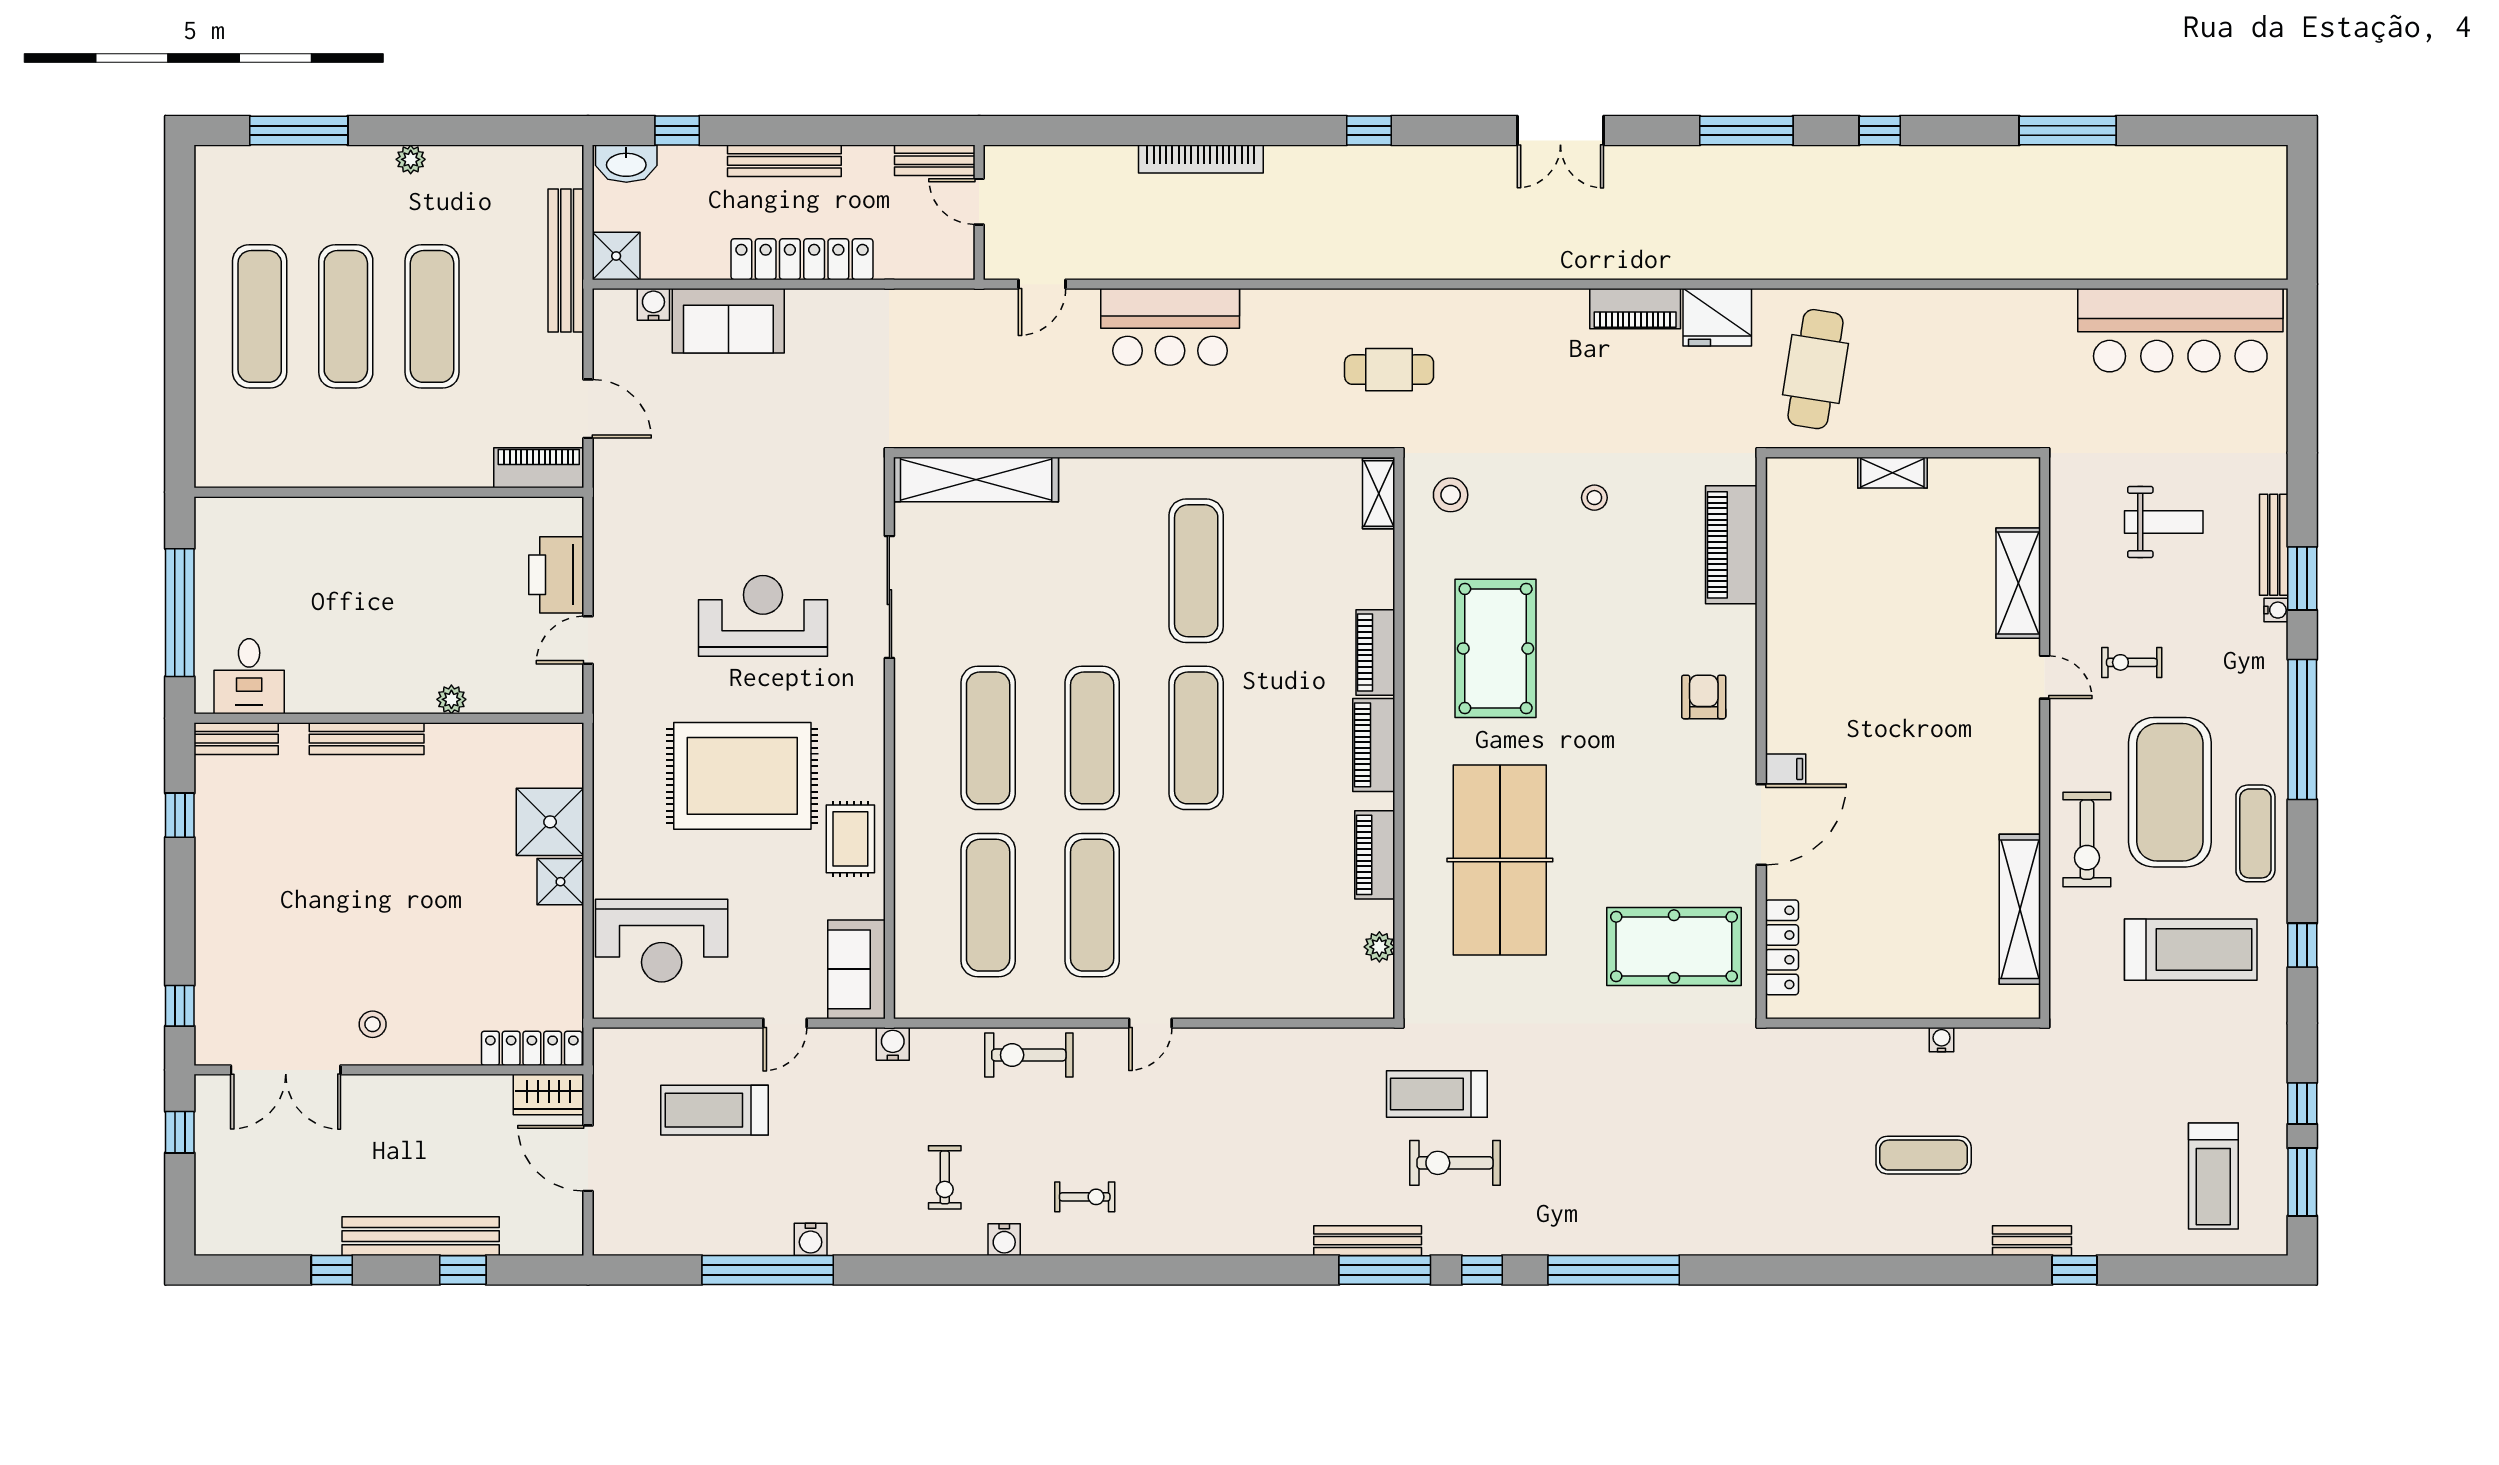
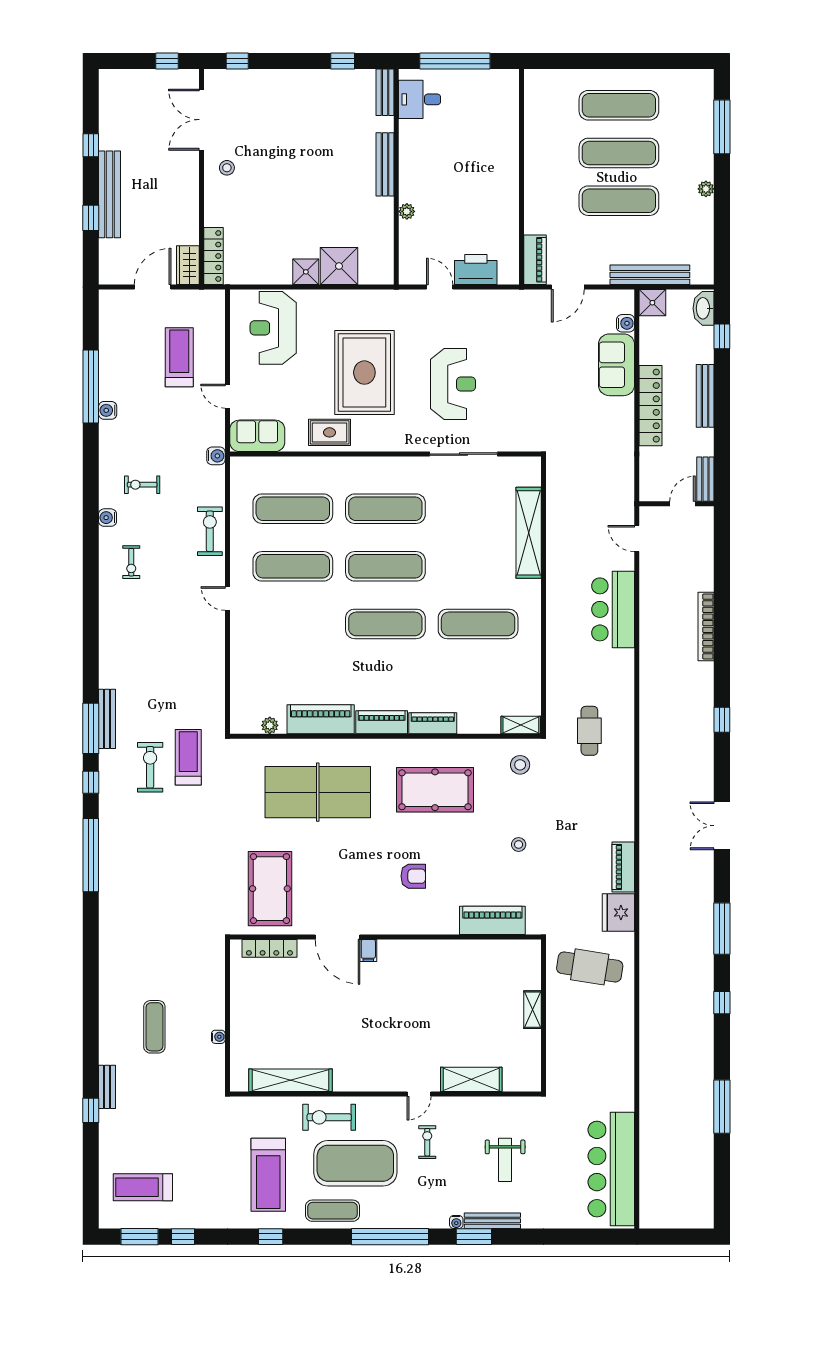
shelving: (976, 480) -> (529, 533), moved
armchair: (1704, 697) -> (413, 876), moved
piano: (1375, 855) -> (321, 719), width x1.37, depth x1.33

